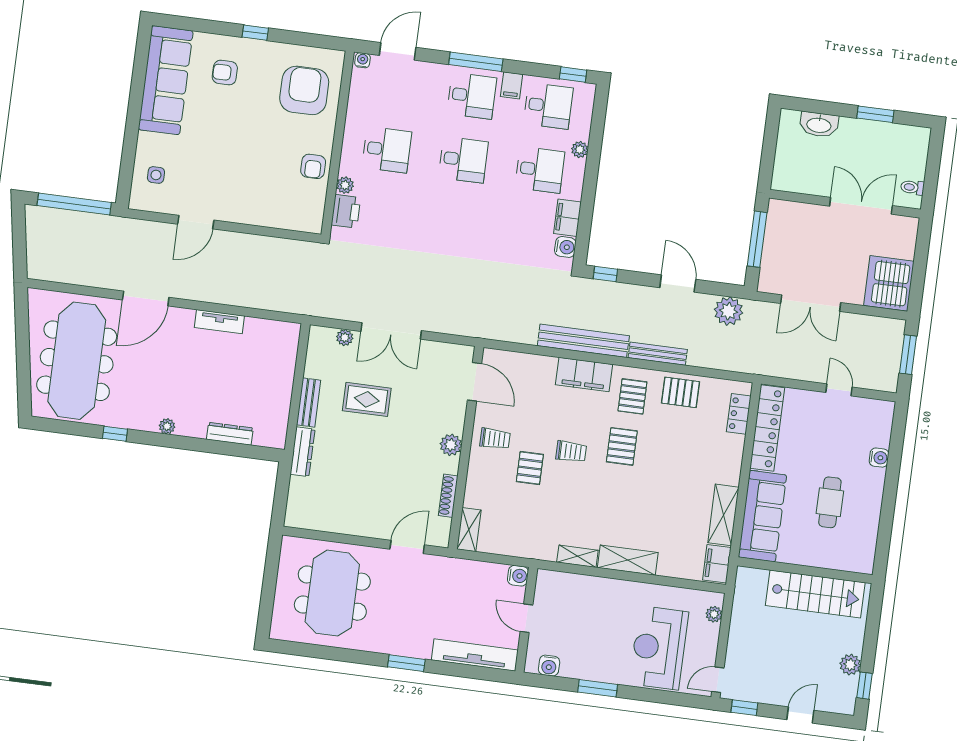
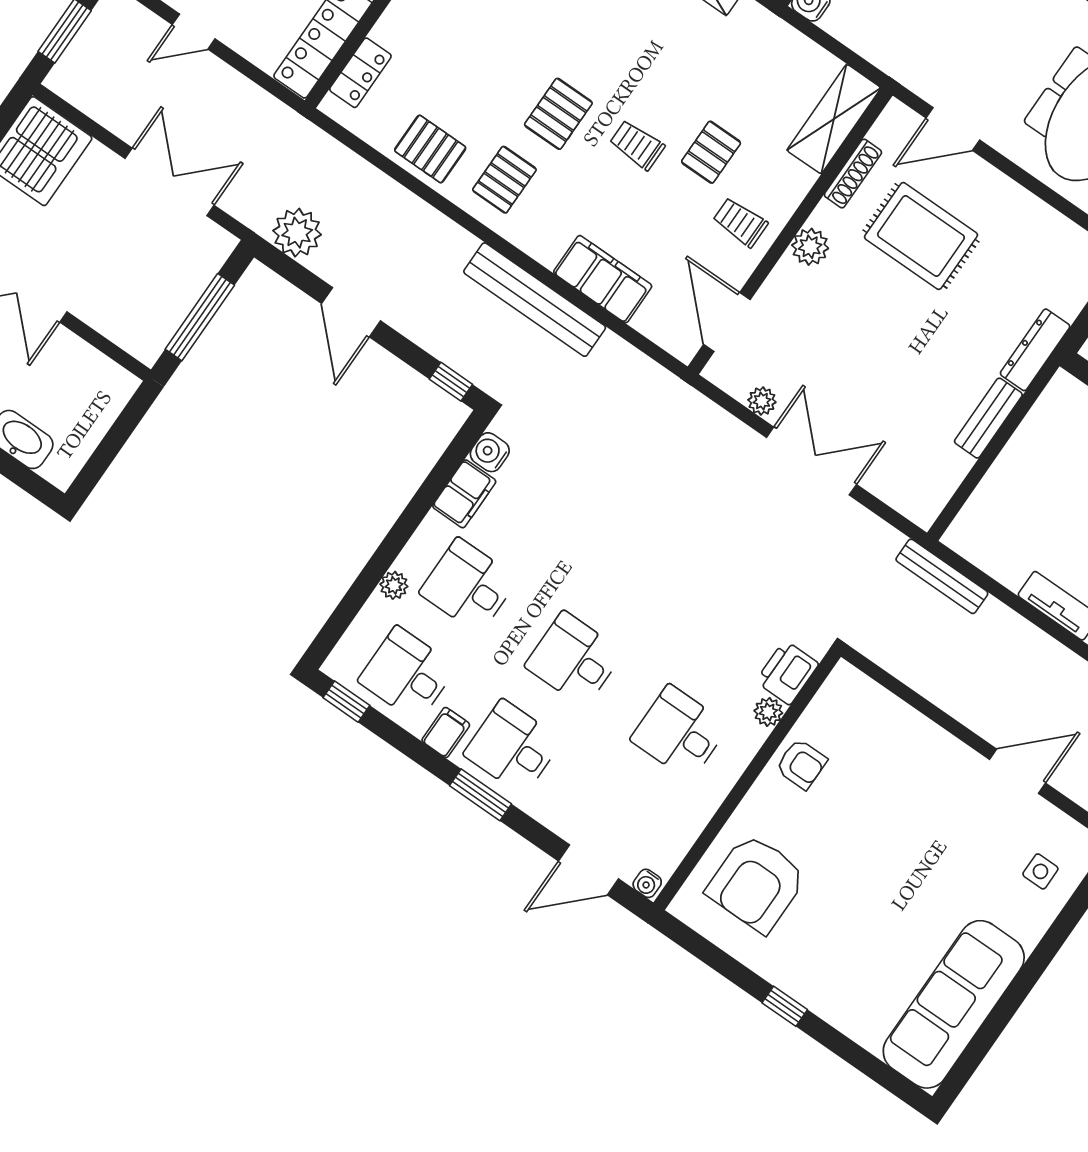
window: (476, 62) -> (480, 795), width x0.69
armchair: (225, 73) -> (860, 970), removed
armchair: (313, 166) -> (801, 764), turned 90
plant: (345, 337) -> (762, 401), moved
bench: (658, 354) -> (942, 576), moved
filing cabinet: (584, 375) -> (603, 279), moved
door: (839, 390) -> (194, 32), hinge flipped
rug: (367, 399) -> (921, 236), moved, width x1.36, depth x1.43
shelving: (469, 530) -> (834, 119), width x1.50, depth x1.33

